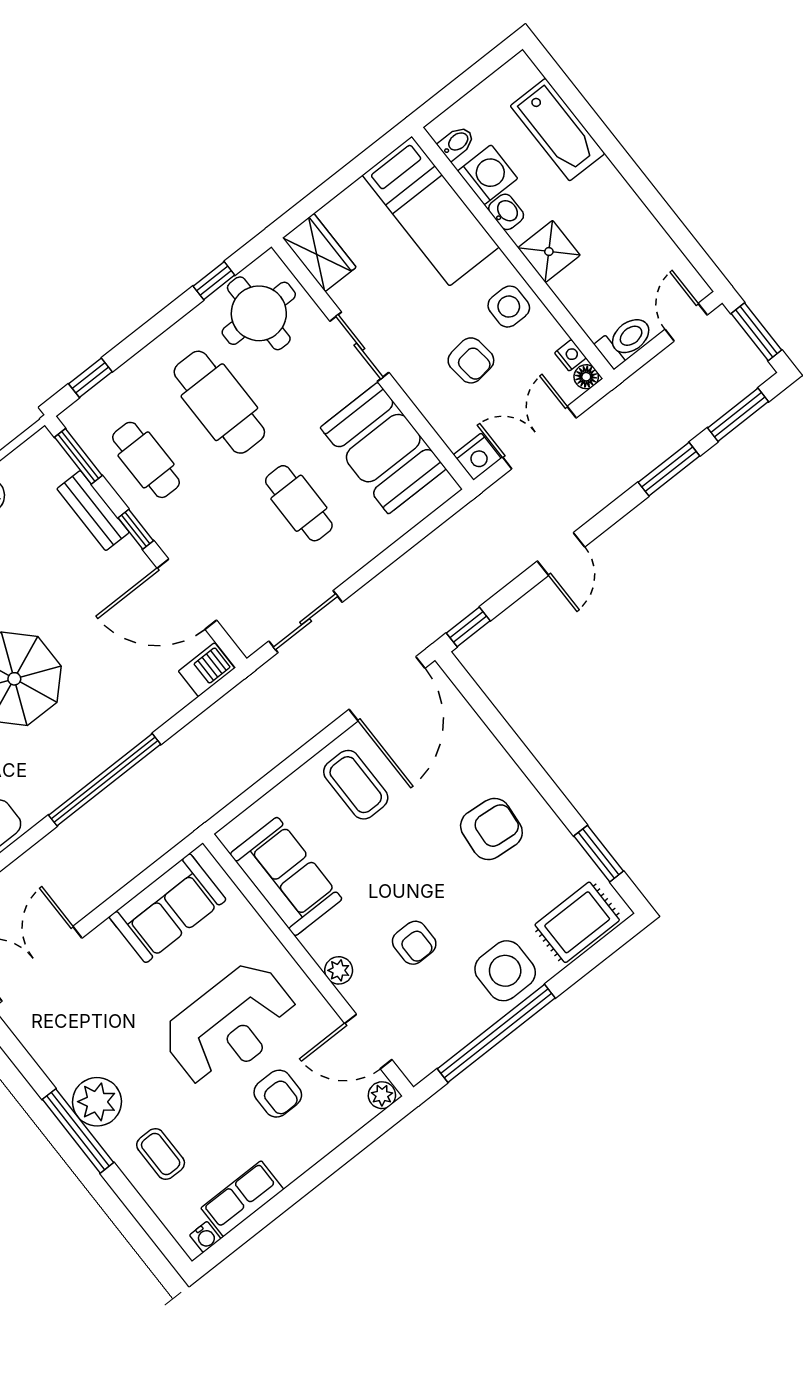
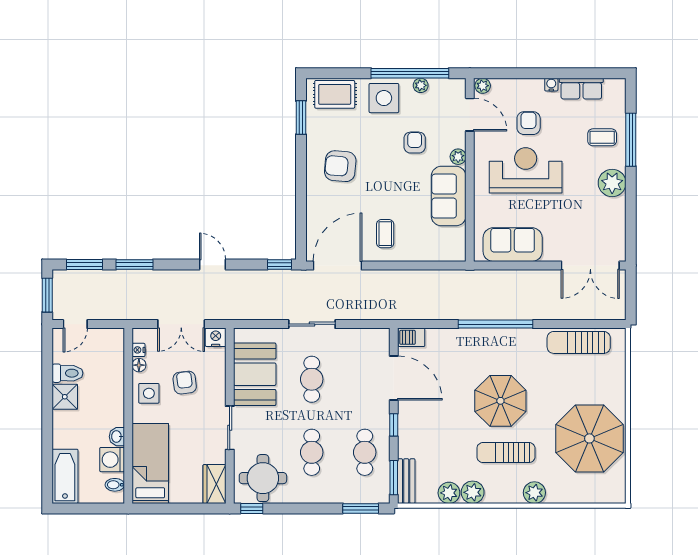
bathtub: (558, 130) -> (65, 476), moved
shower: (549, 251) -> (65, 397), moved
window: (214, 281) -> (252, 508), moved
toilet: (625, 340) -> (68, 373), moved, turned 180
floor lamp: (586, 377) -> (139, 365), moved
window: (90, 378) -> (361, 508), width x1.50
cafe table: (219, 402) -> (312, 452), width x0.73, depth x0.74
bench: (93, 511) -> (406, 481), moved
door: (561, 554) -> (212, 264), hinge flipped
sliding door: (306, 622) -> (312, 324), moved
coffee table: (356, 785) -> (385, 234), width x0.73, depth x0.77
sofa: (286, 876) -> (449, 196), moved
plant: (468, 1028) -> (421, 85), added
window: (78, 1131) -> (631, 140), moved
coffee table: (161, 1154) -> (602, 137), turned 90
water cooler: (205, 1237) -> (551, 85), moved

